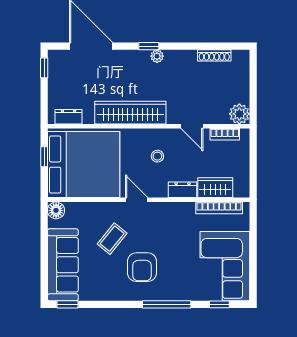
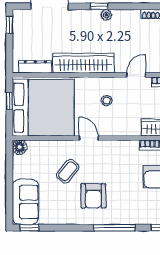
dresser: (68, 117) -> (35, 67), width x1.44
door: (192, 126) -> (136, 75), swing flipped
dresser: (182, 190) -> (128, 129), removed
sofa: (63, 265) -> (25, 202), width x0.73

